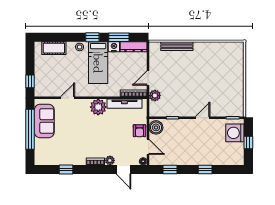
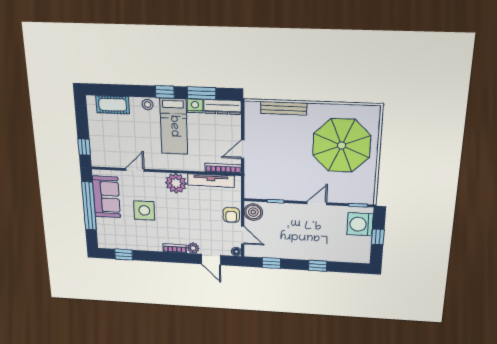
parasol: (218, 72) -> (342, 145), added
plant: (155, 96) -> (252, 172), removed
side table: (73, 131) -> (144, 210), added
window: (66, 169) -> (124, 255), moved

